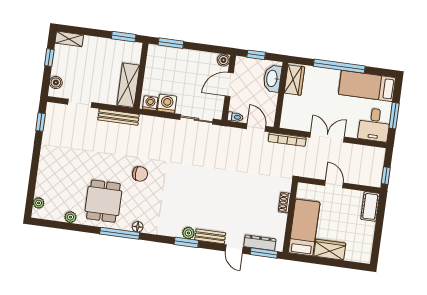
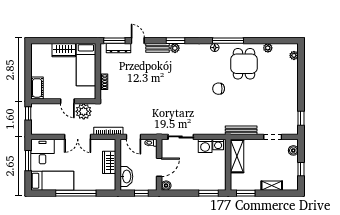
shelving: (69, 39) -> (272, 186), moved
wardrobe: (294, 80) -> (109, 162), moved
plant: (315, 168) -> (84, 111), added

